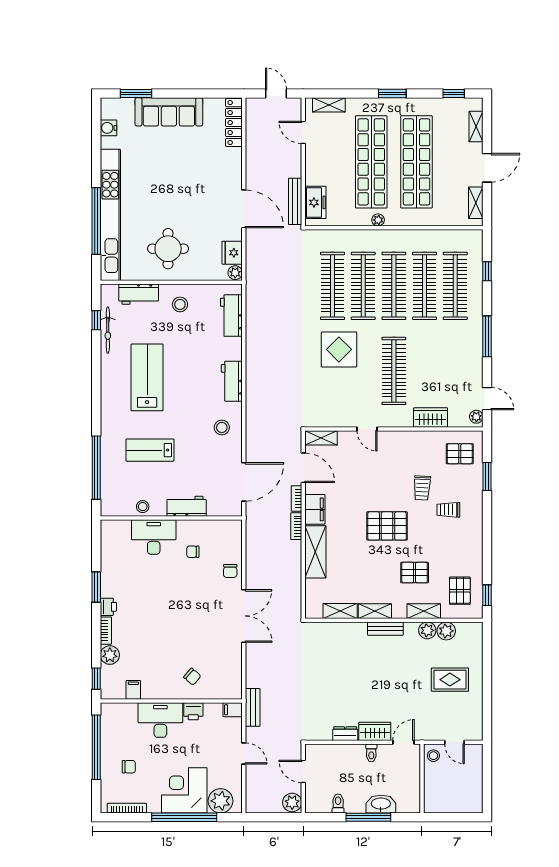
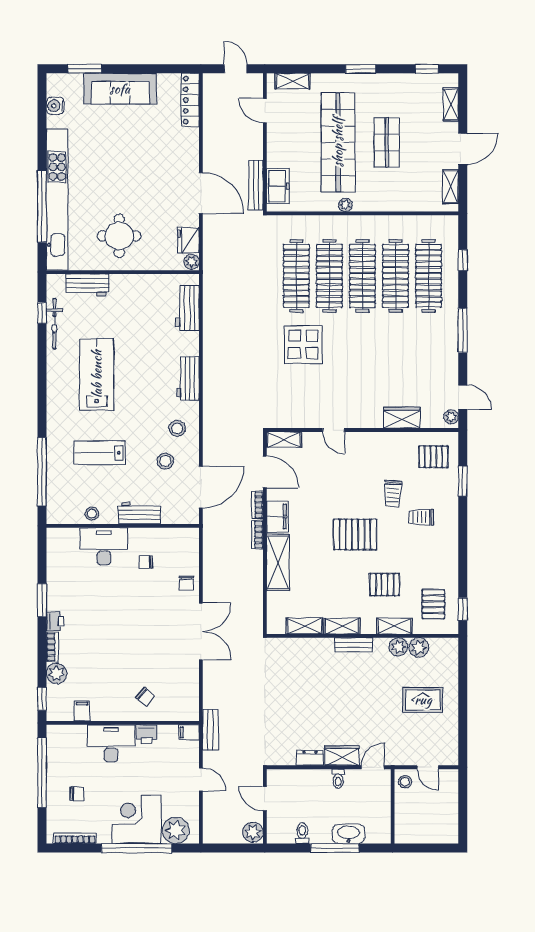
shop shelf: (417, 162) -> (387, 142), width x0.50, depth x0.74
stool: (180, 304) -> (165, 461), moved
clothes rail: (394, 371) -> (362, 368), removed

